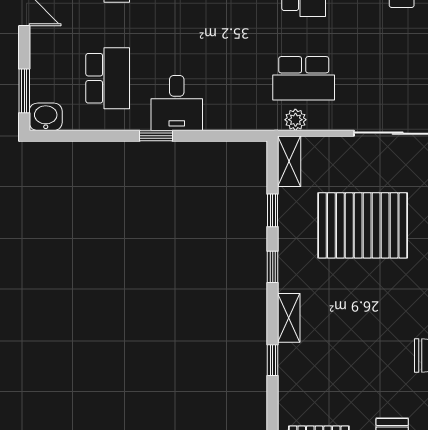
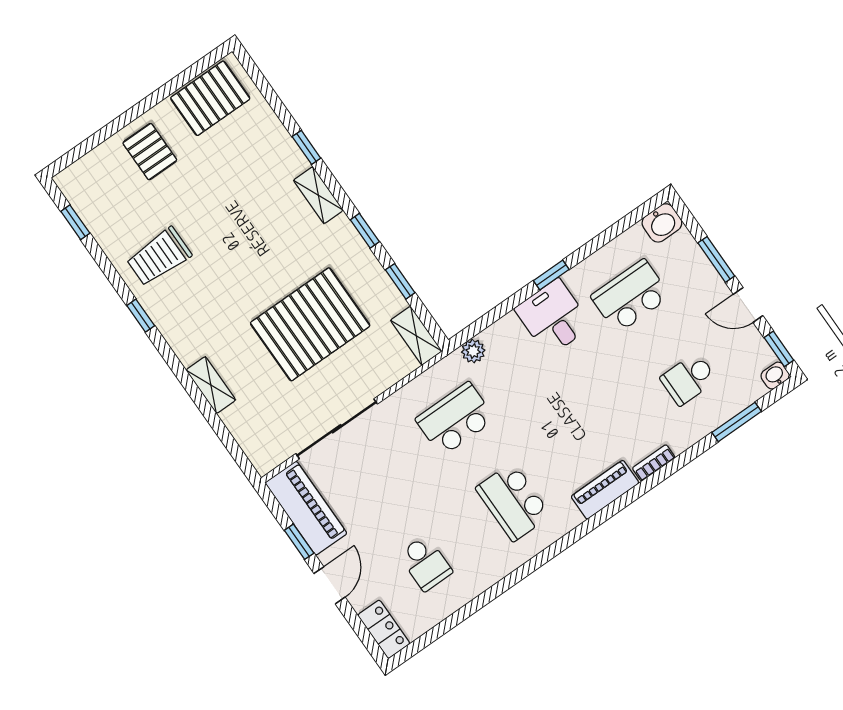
school desk: (108, 78) -> (631, 296), turned 90
window: (24, 91) -> (716, 259), moved
plant: (295, 120) -> (473, 351), moved

